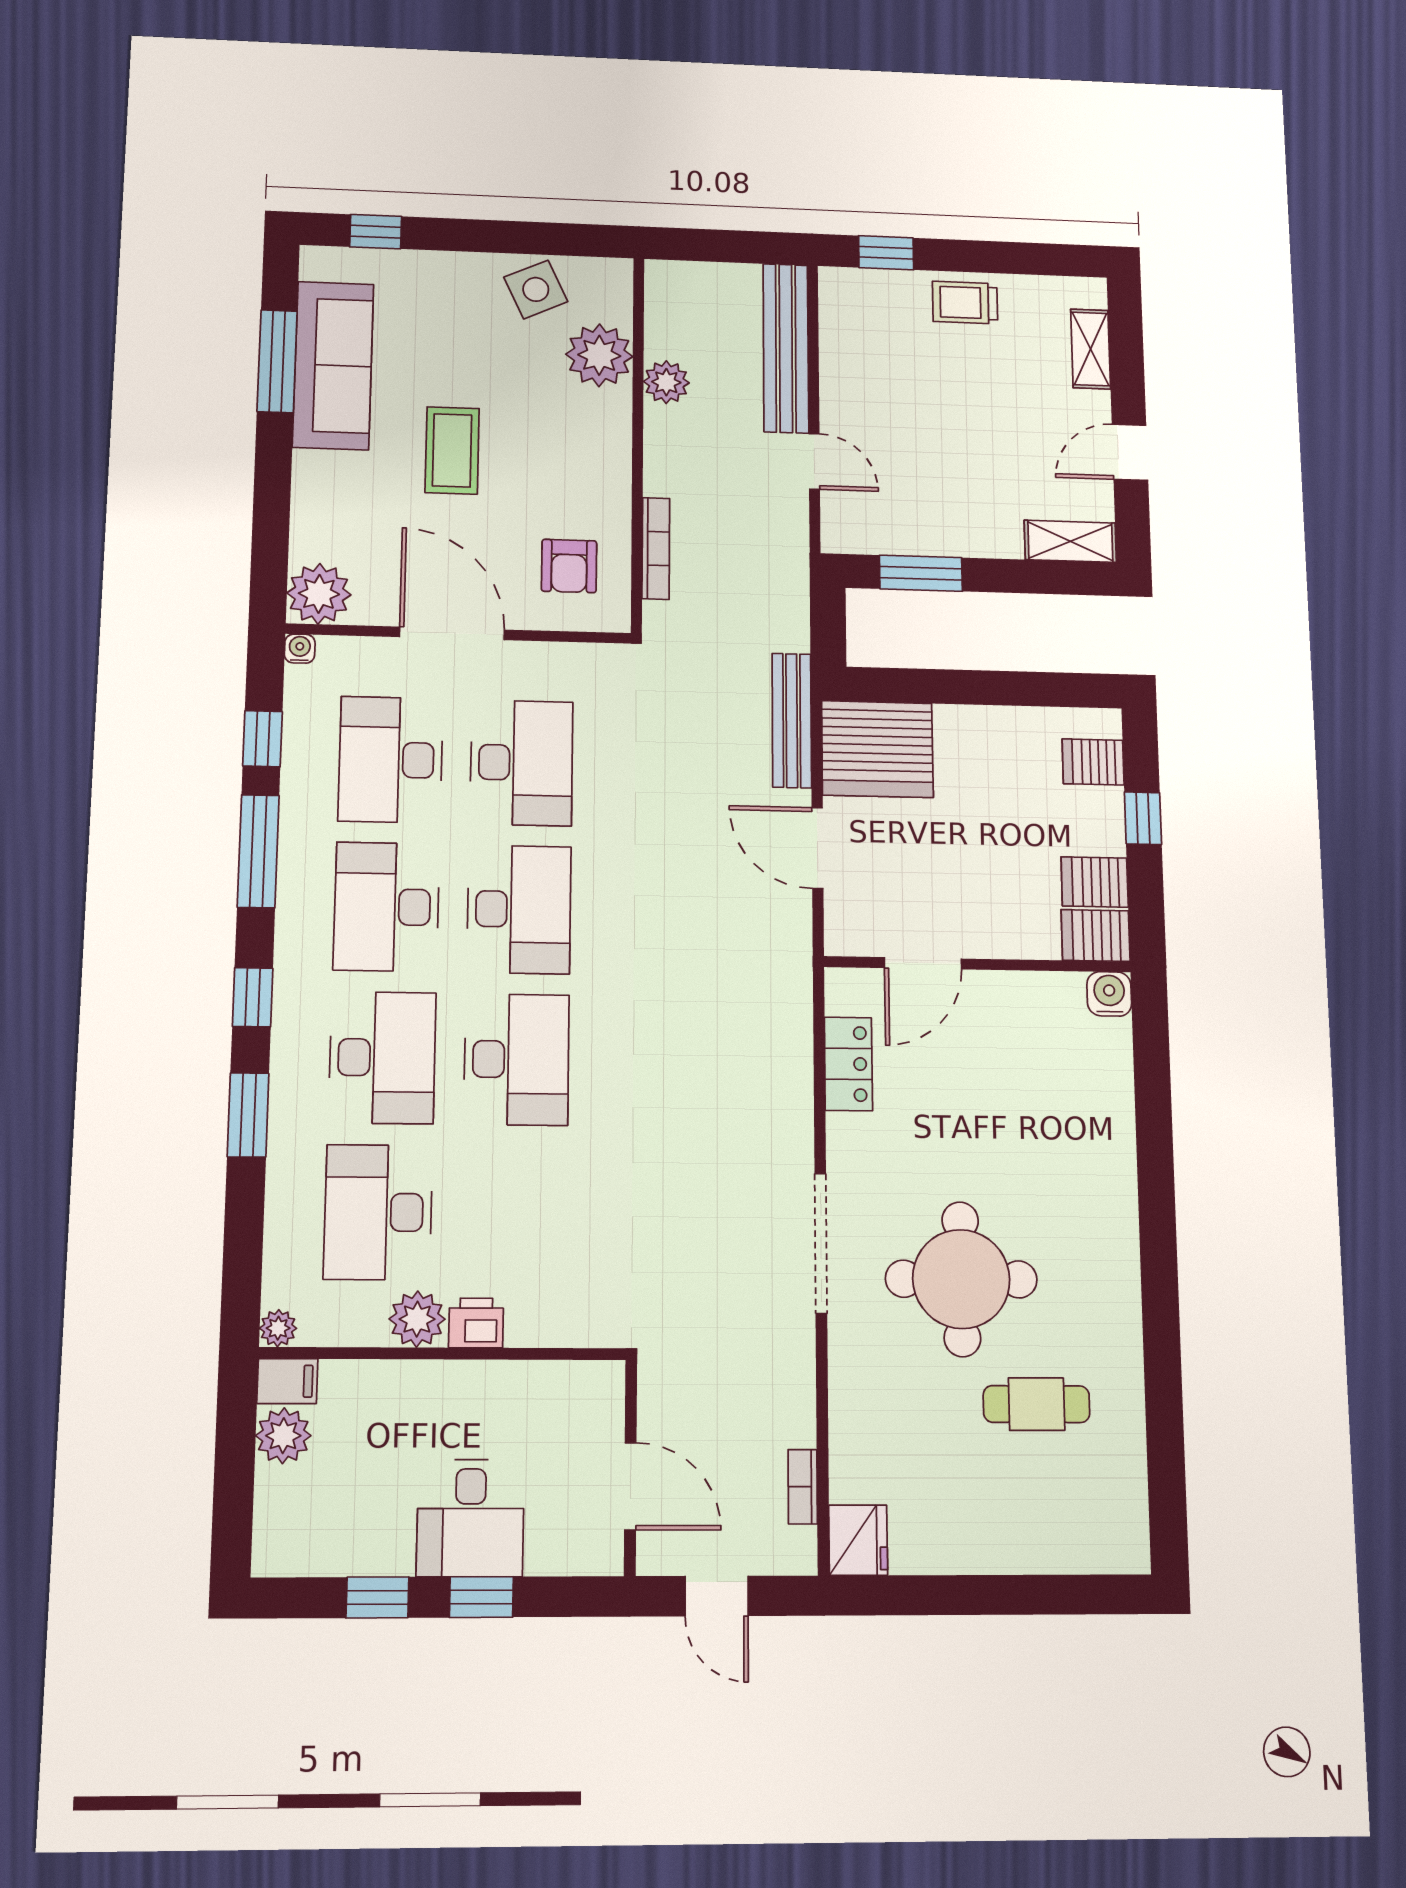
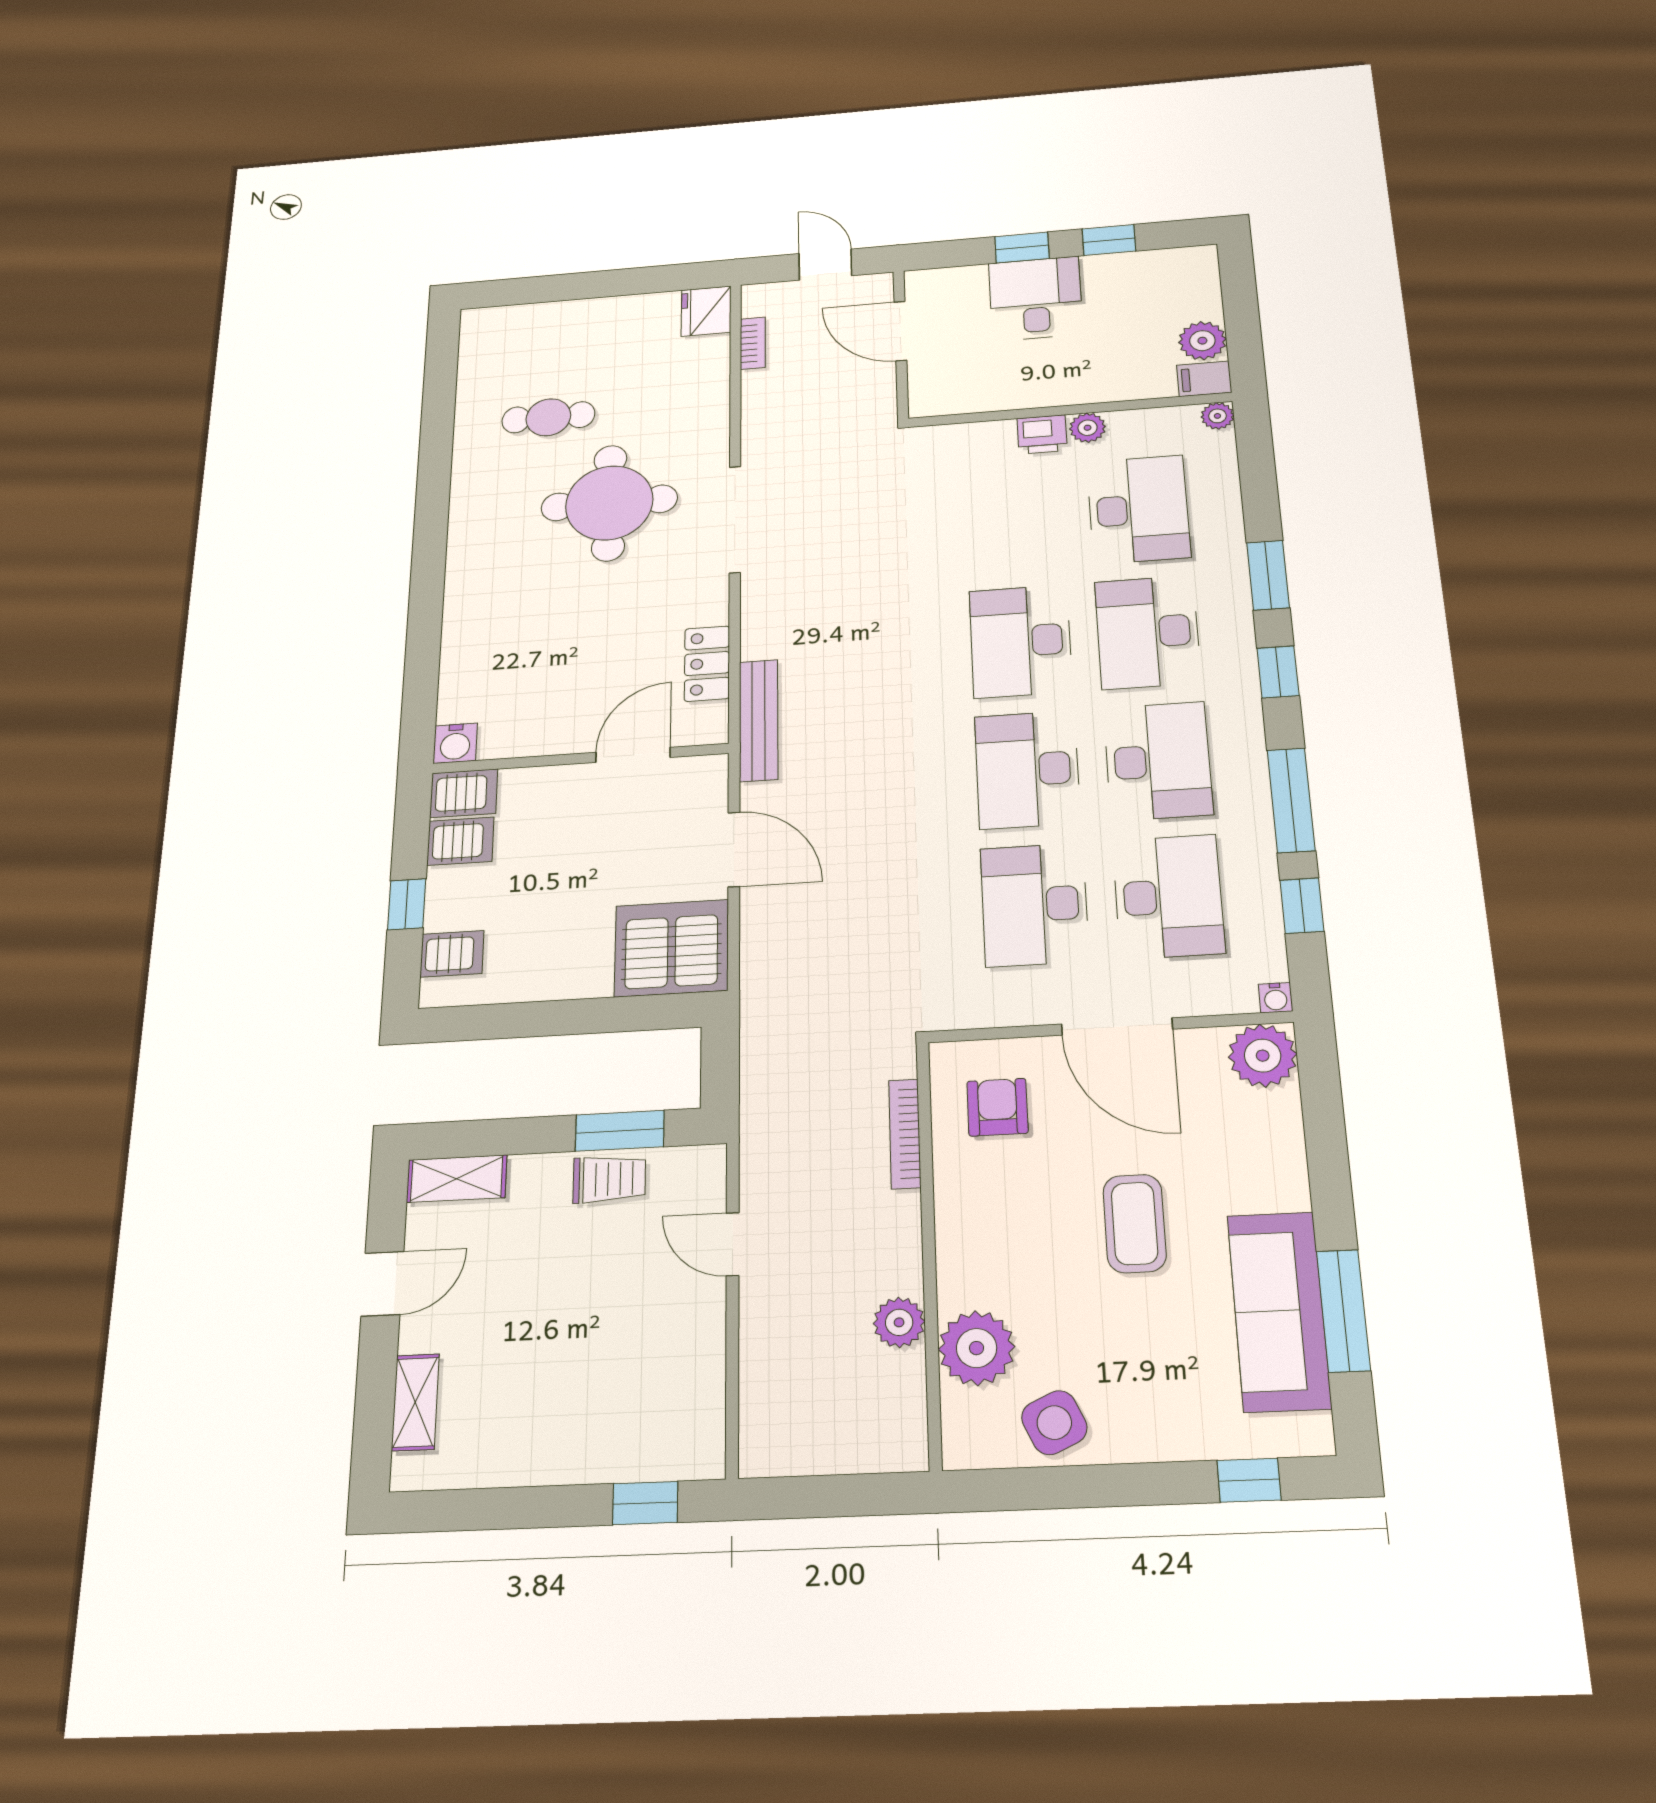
trolley: (965, 303) -> (609, 1179), moved
bench: (786, 348) -> (764, 1375), removed
bench: (792, 720) -> (759, 720), moved
plant: (417, 1319) -> (1088, 428), width x0.73, depth x0.73

